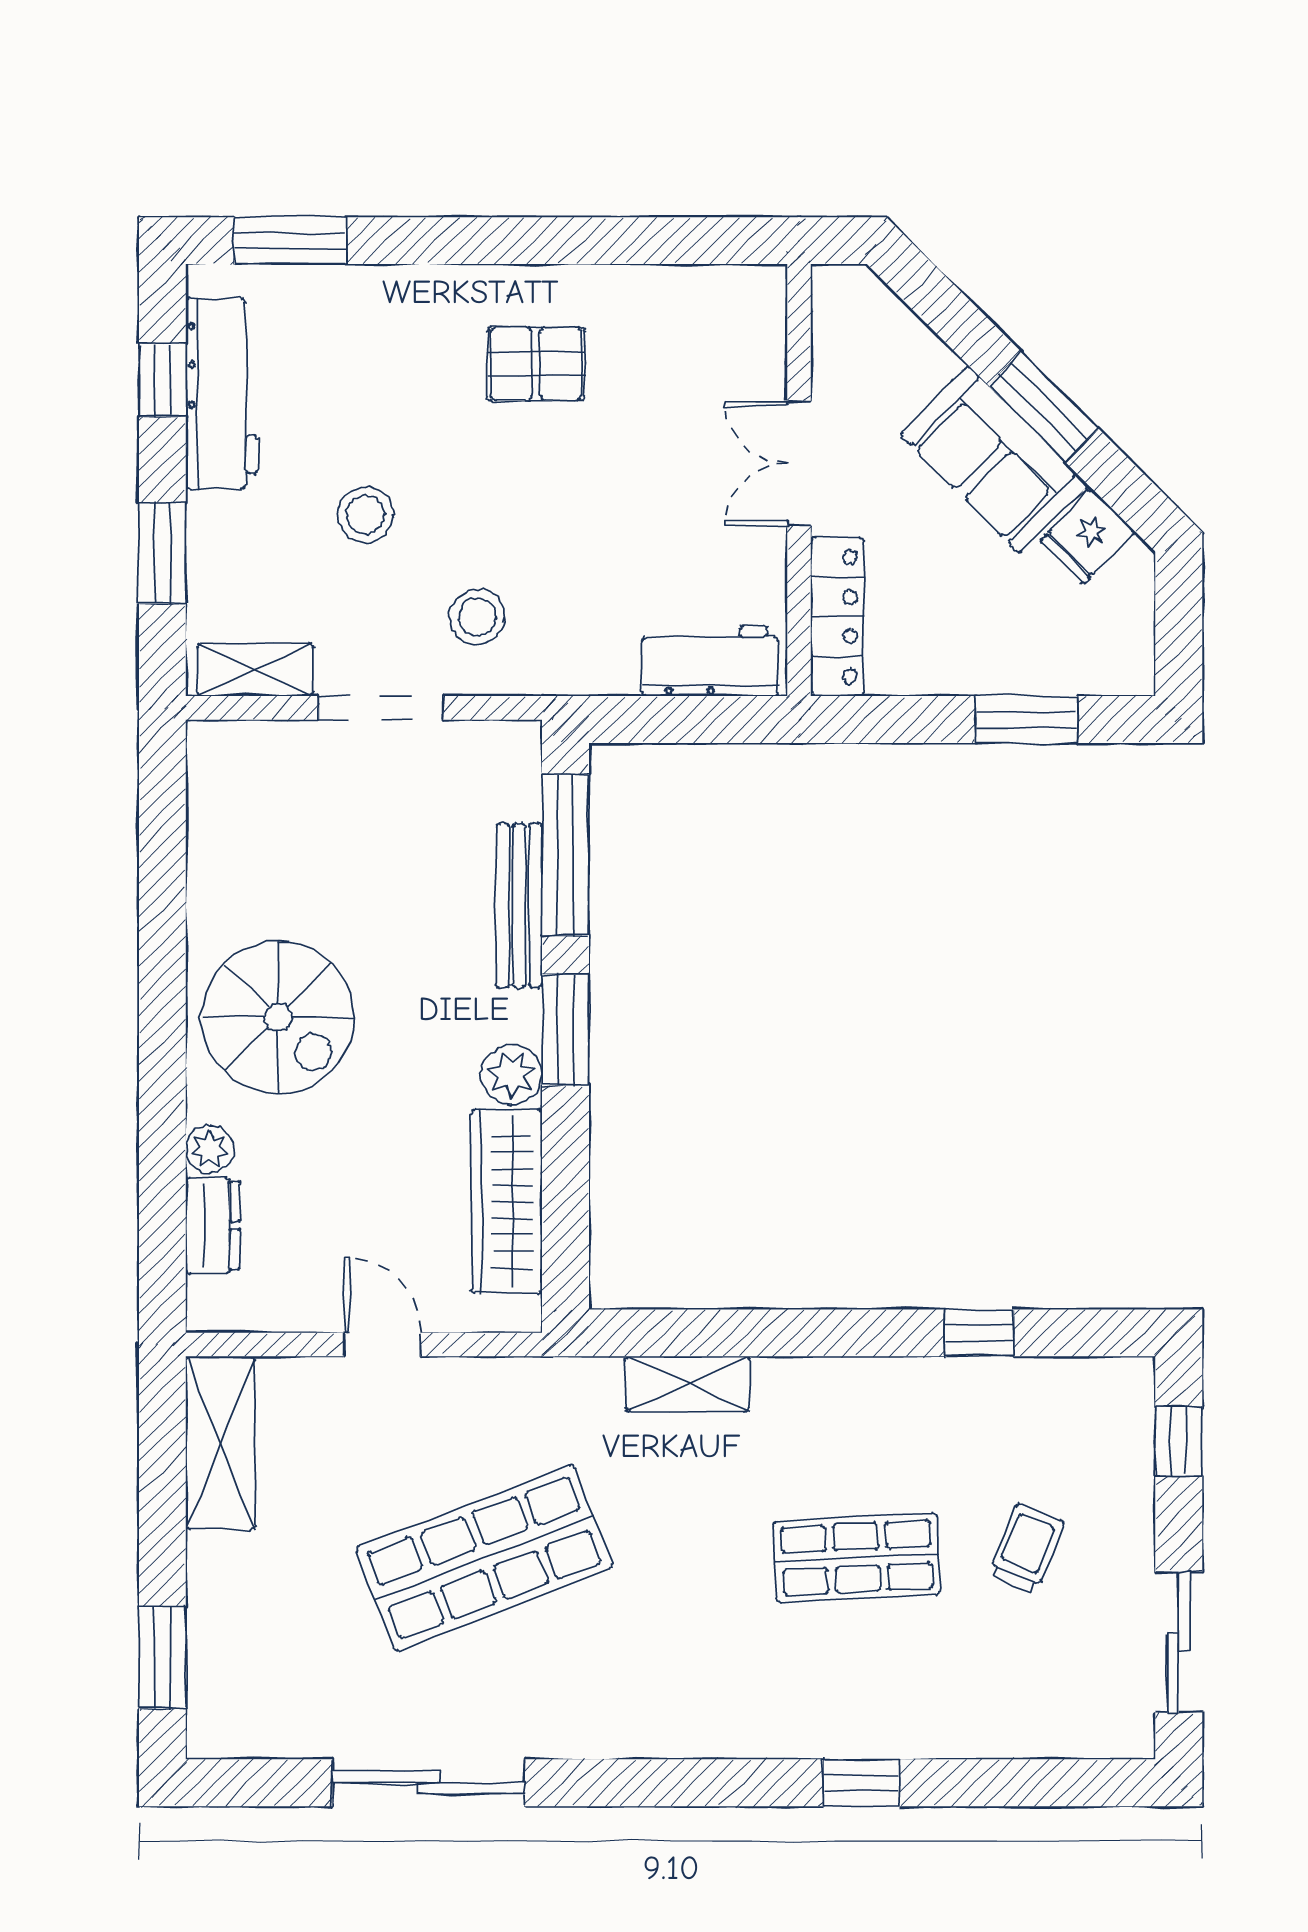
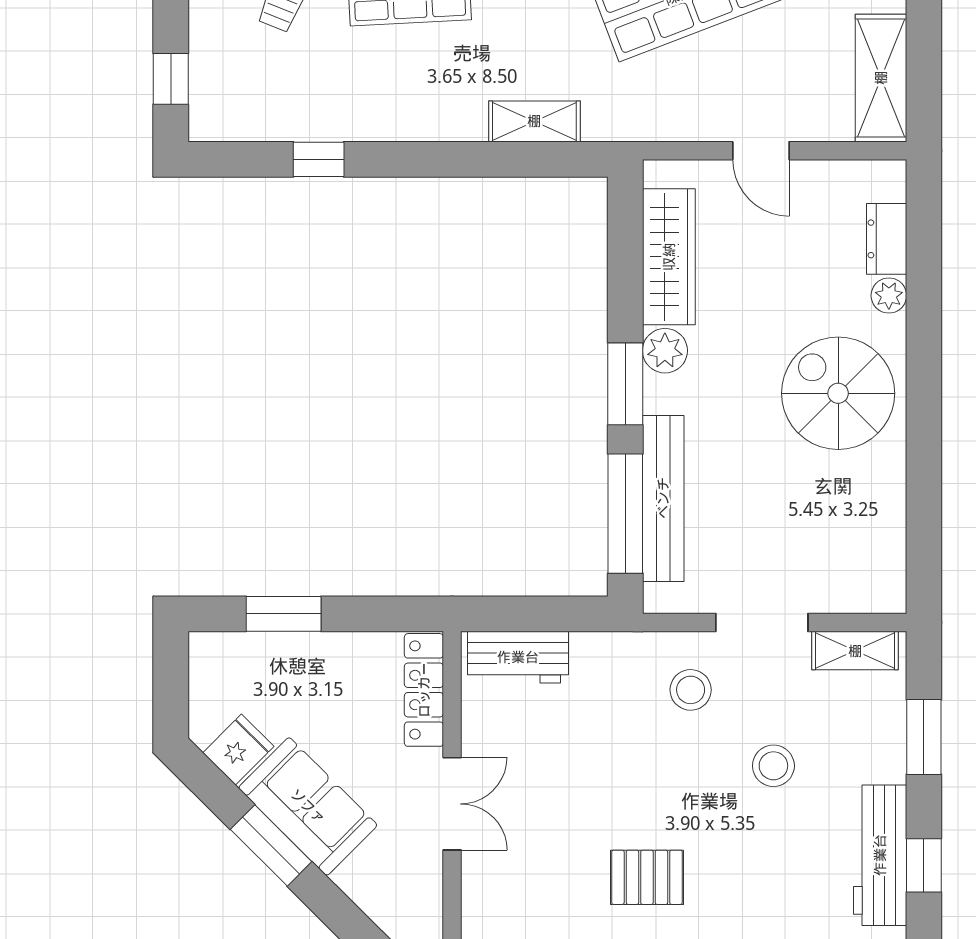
bench: (519, 905) -> (663, 498), width x1.37, depth x1.21

